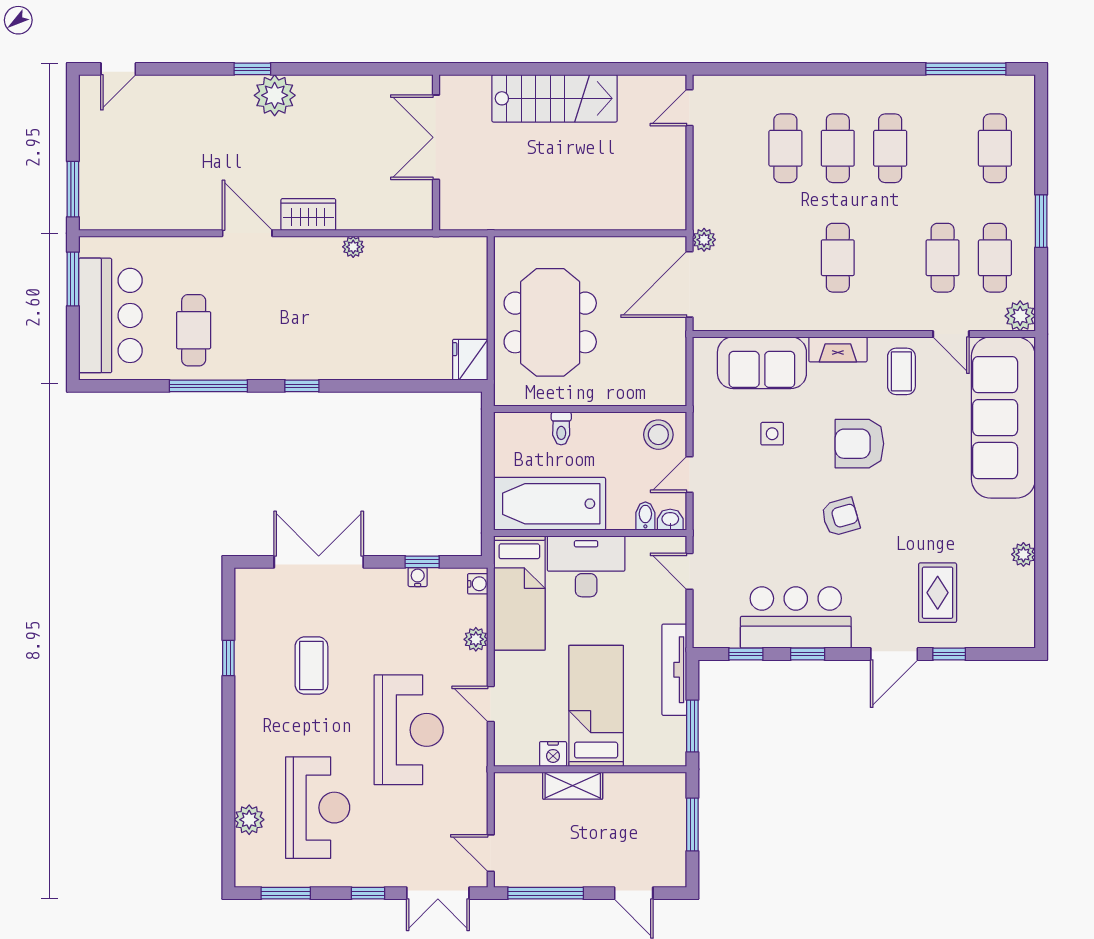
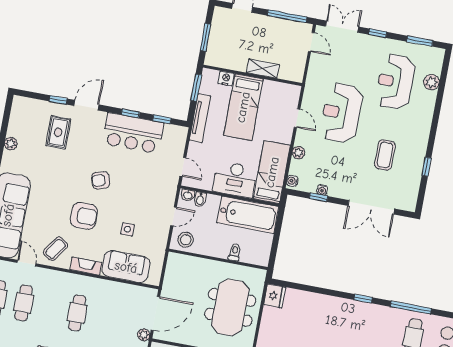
coffee table: (901, 371) -> (55, 249), turned 35
nightstand: (553, 754) -> (226, 78), moved

